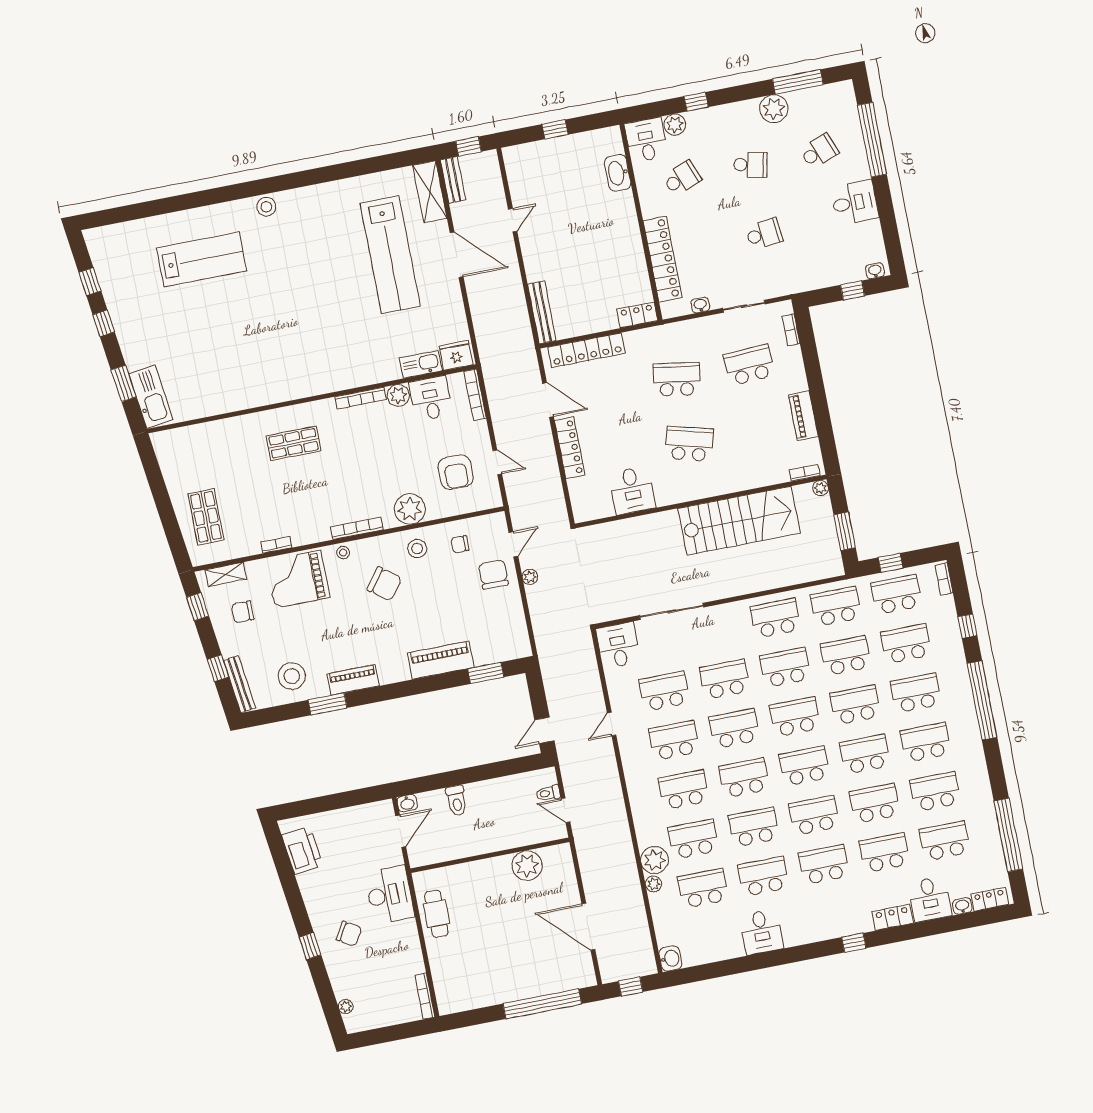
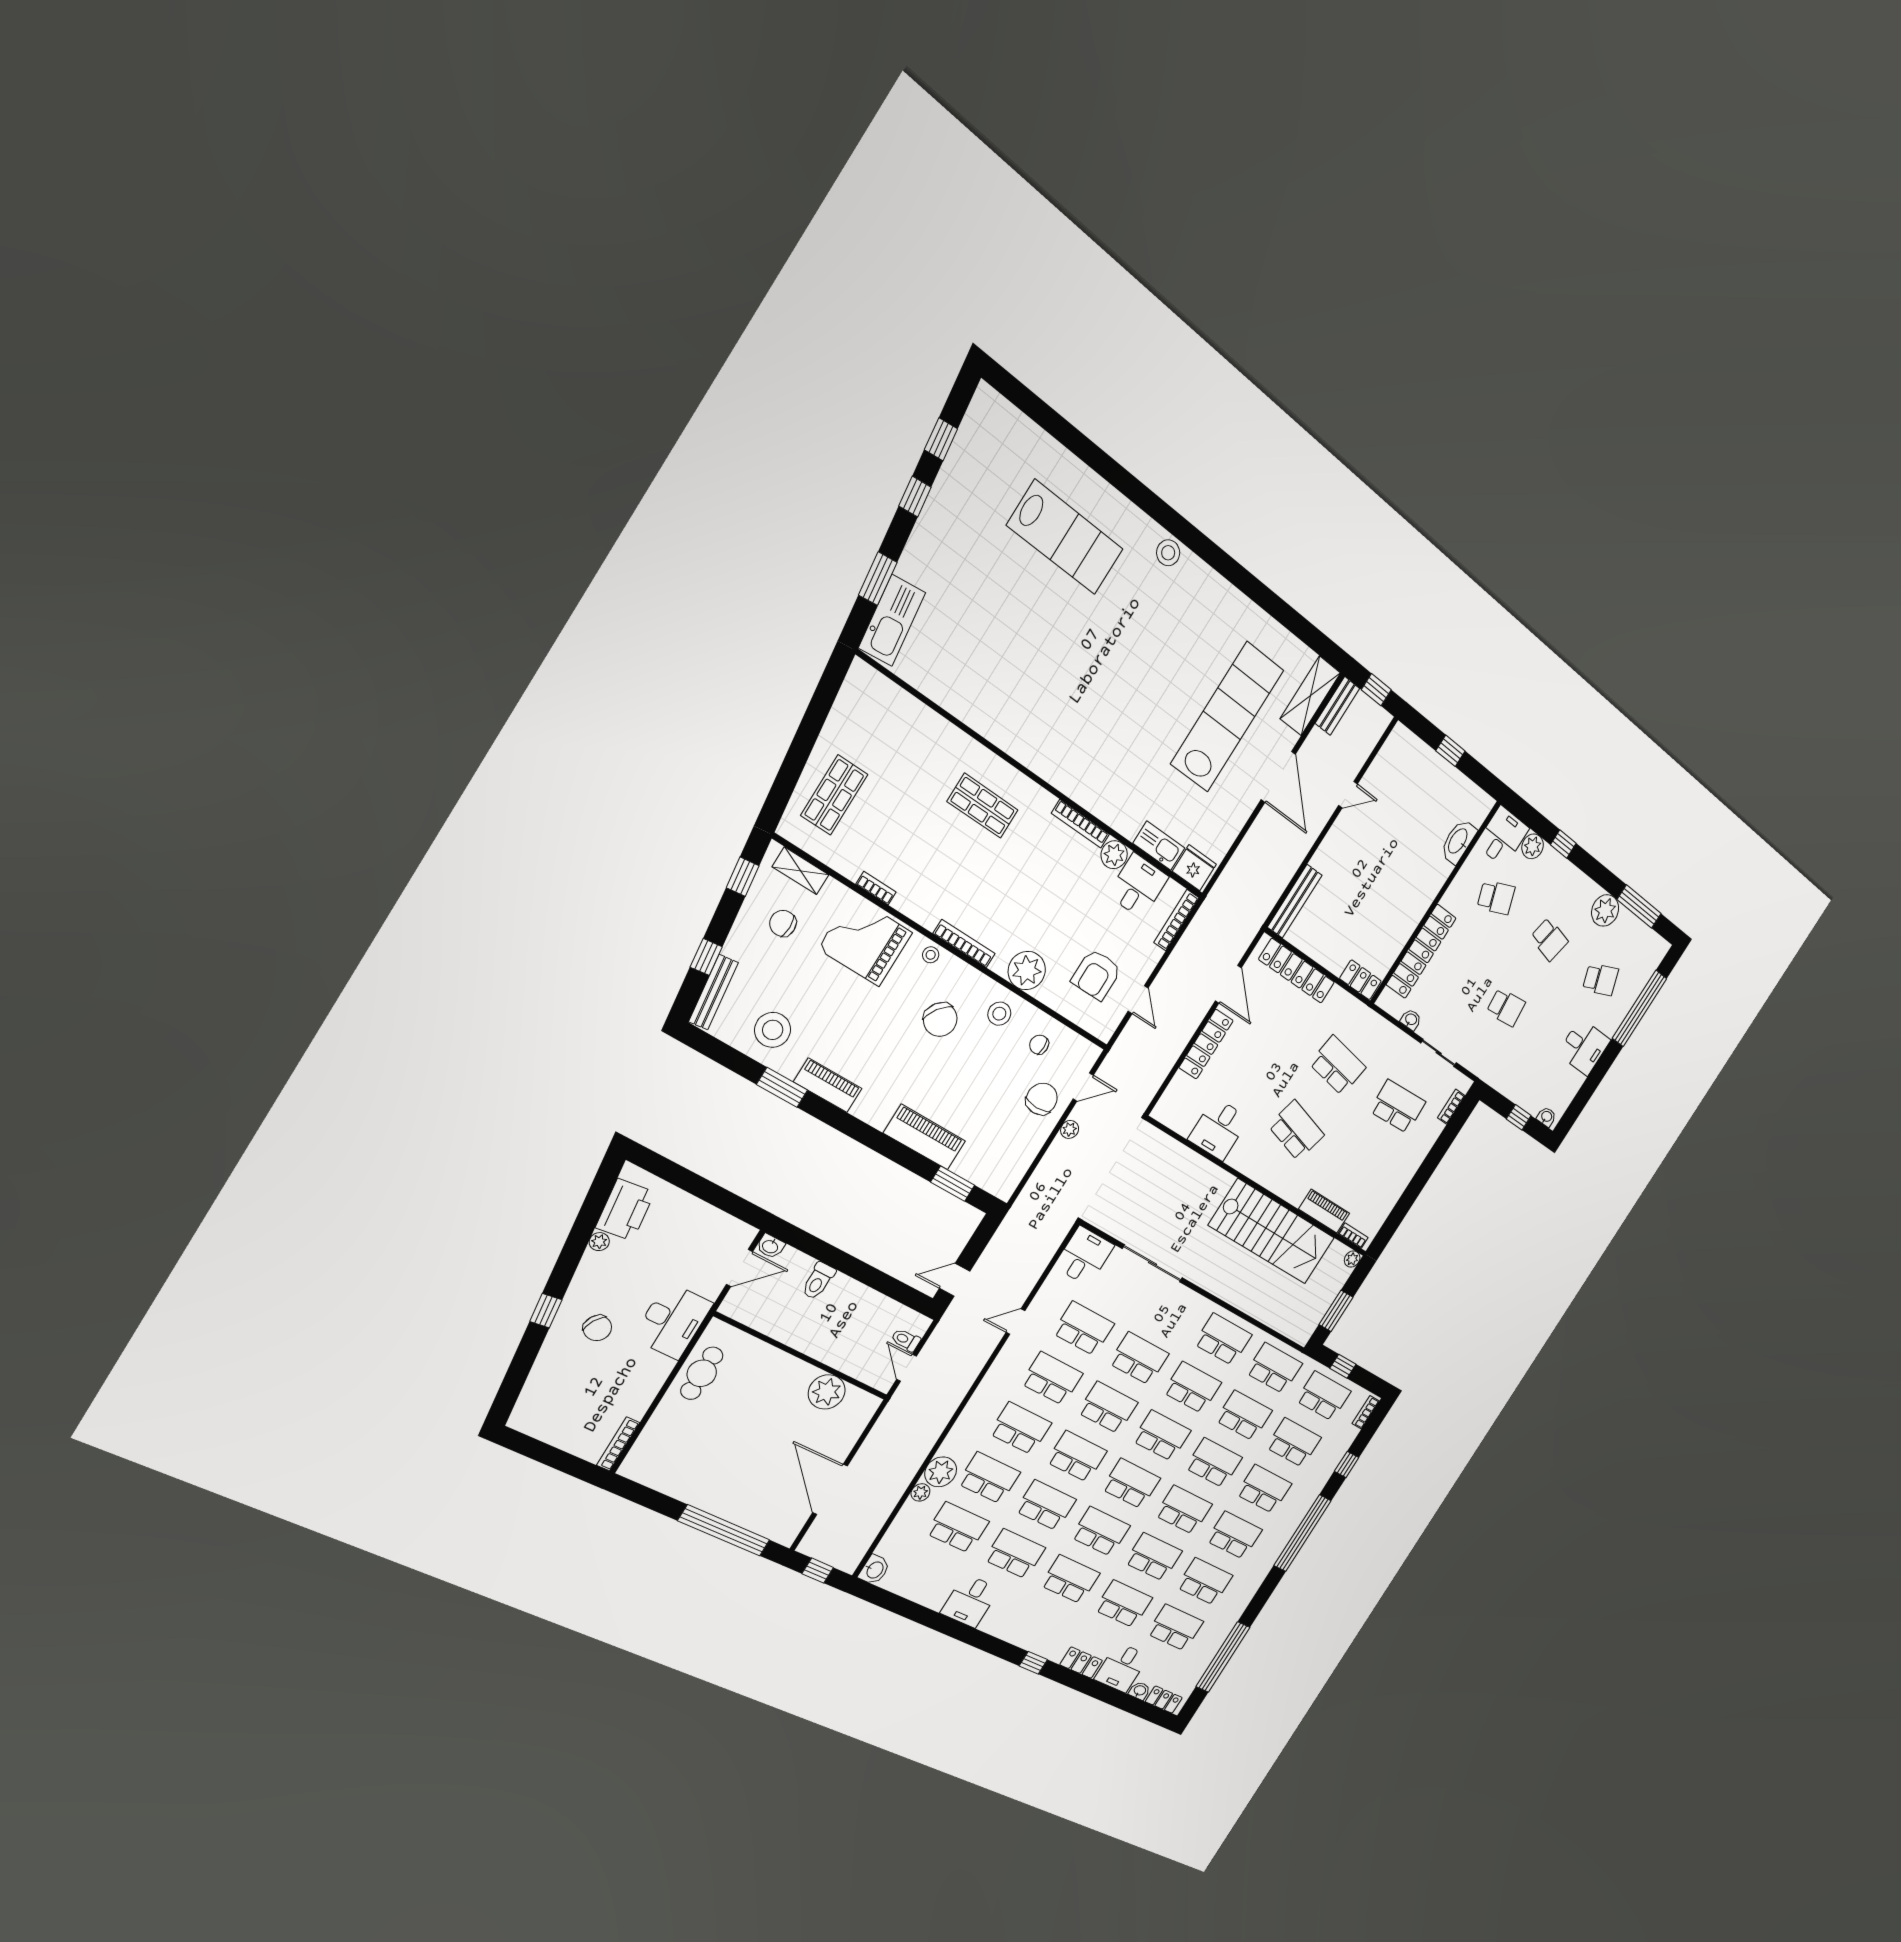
lab bench: (390, 255) -> (1227, 717), turned 180
piano: (803, 416) -> (1324, 1211), moved, turned 90
plant: (346, 1007) -> (599, 1242), moved

